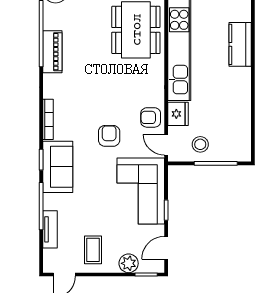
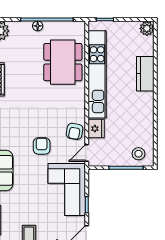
armchair: (151, 117) -> (75, 131), turned -80
stool: (200, 144) -> (139, 154), moved
door: (166, 145) -> (87, 153), hinge flipped

